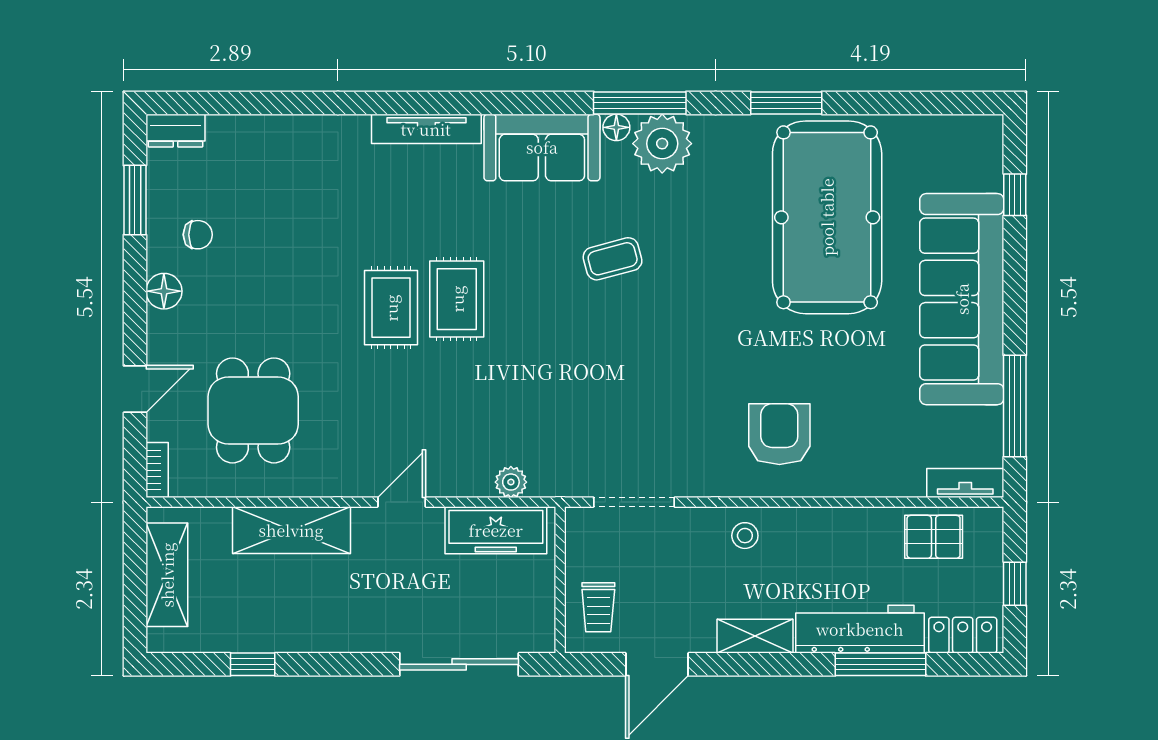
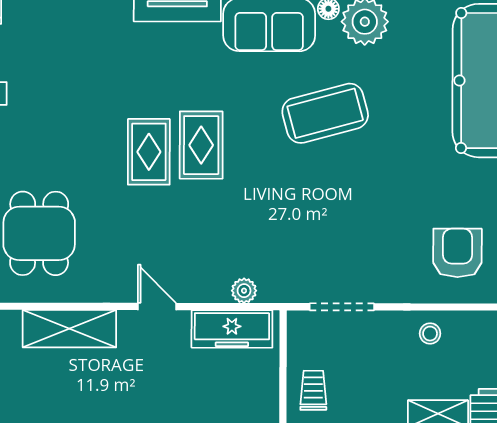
coffee table: (613, 259) -> (325, 113), width x1.86, depth x1.72
door: (402, 502) -> (157, 307), hinge flipped
trolley: (598, 607) -> (313, 390), turned 180

